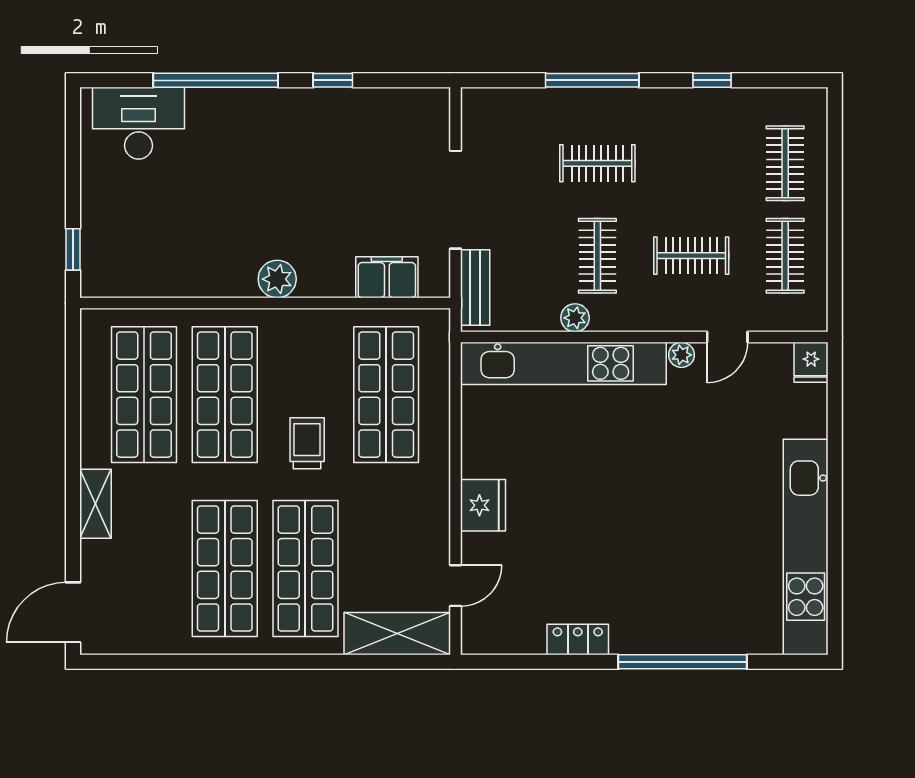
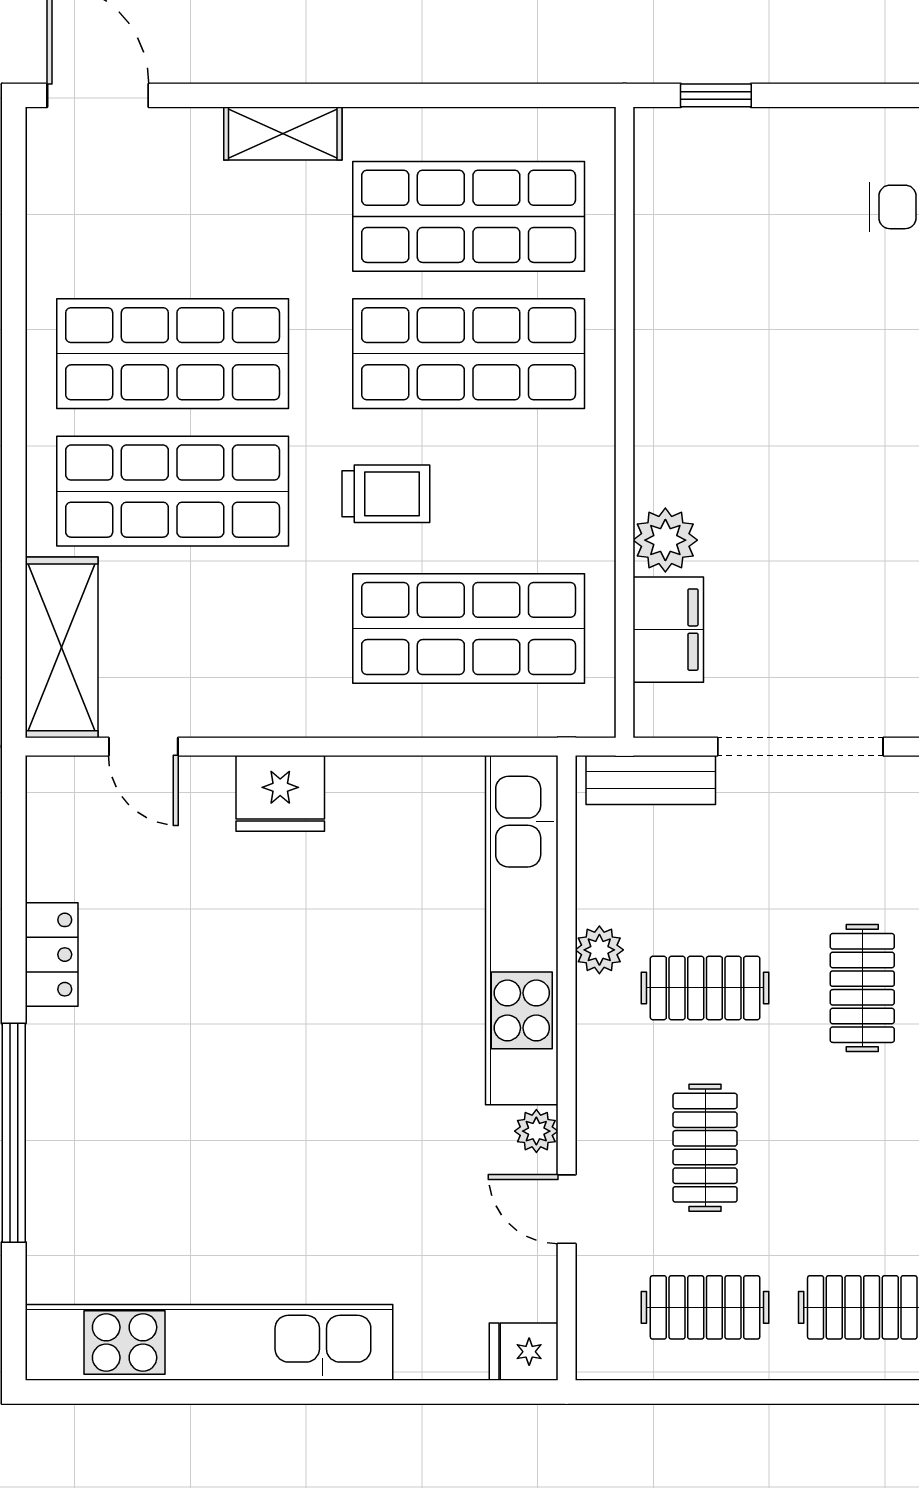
plant: (277, 279) -> (665, 540), moved

